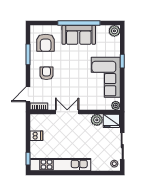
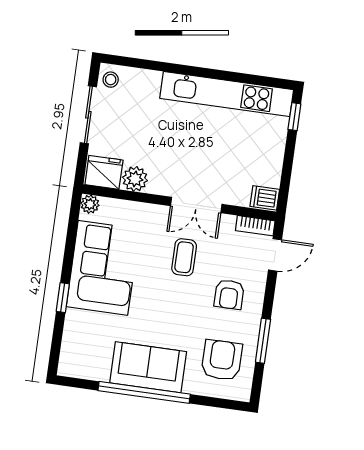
plant: (114, 31) -> (70, 365), removed
coffee table: (69, 87) -> (184, 257), added
dishwasher: (36, 136) -> (265, 198), moved

